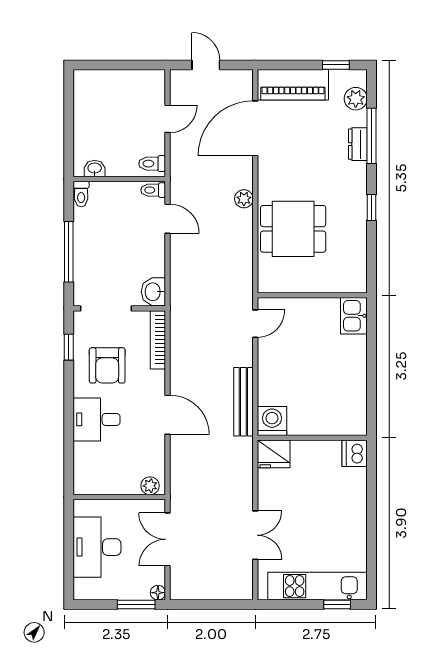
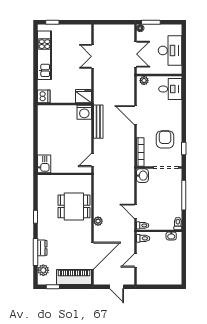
desk: (97, 419) -> (170, 89), moved
kitchen unit: (317, 586) -> (45, 55), moved, turned -90

